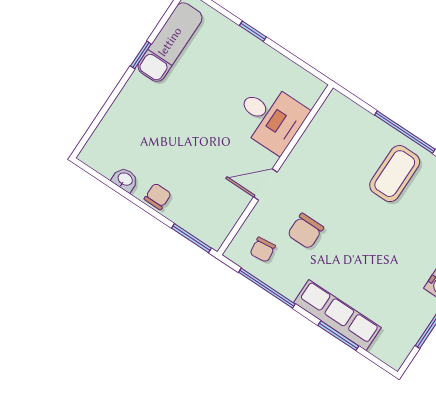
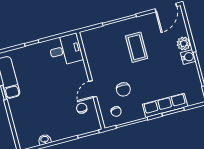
desk: (271, 117) -> (66, 50), moved
coffee table: (395, 174) -> (137, 47), moved
chair: (158, 196) -> (82, 108), moved

